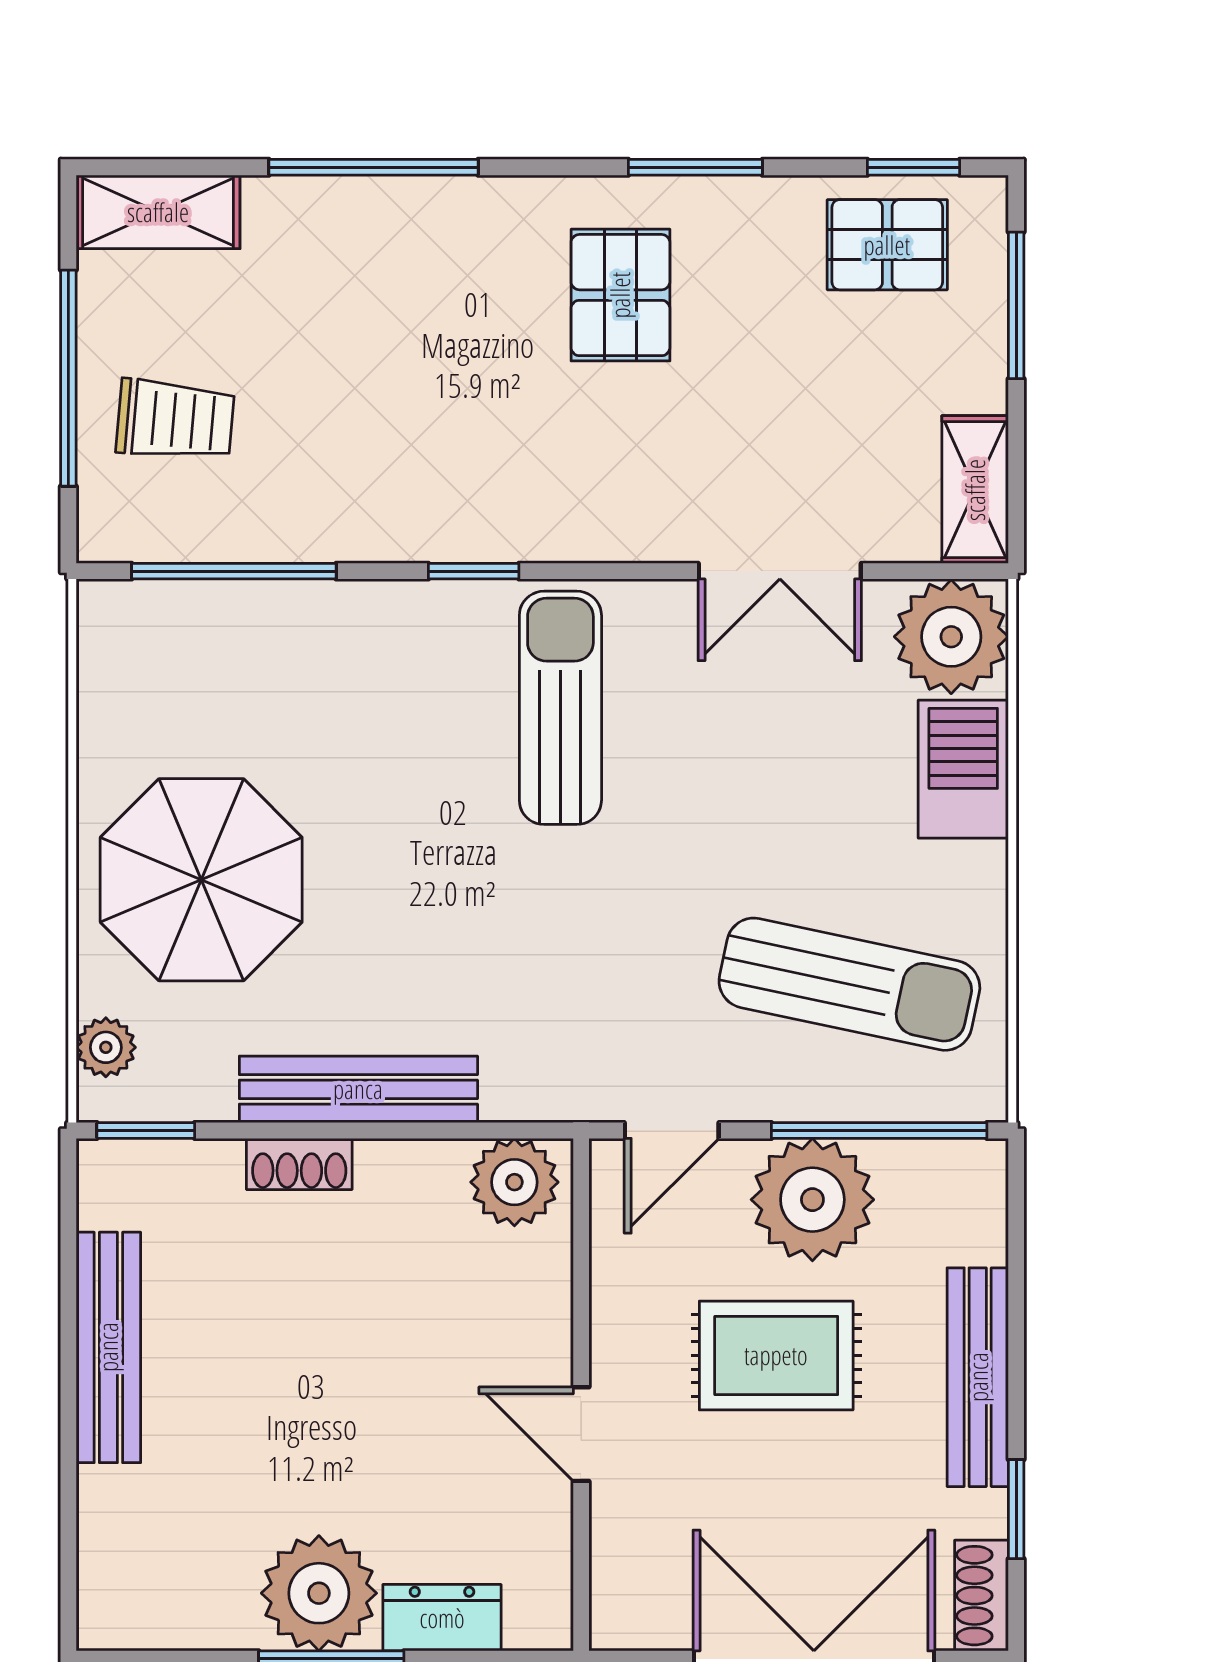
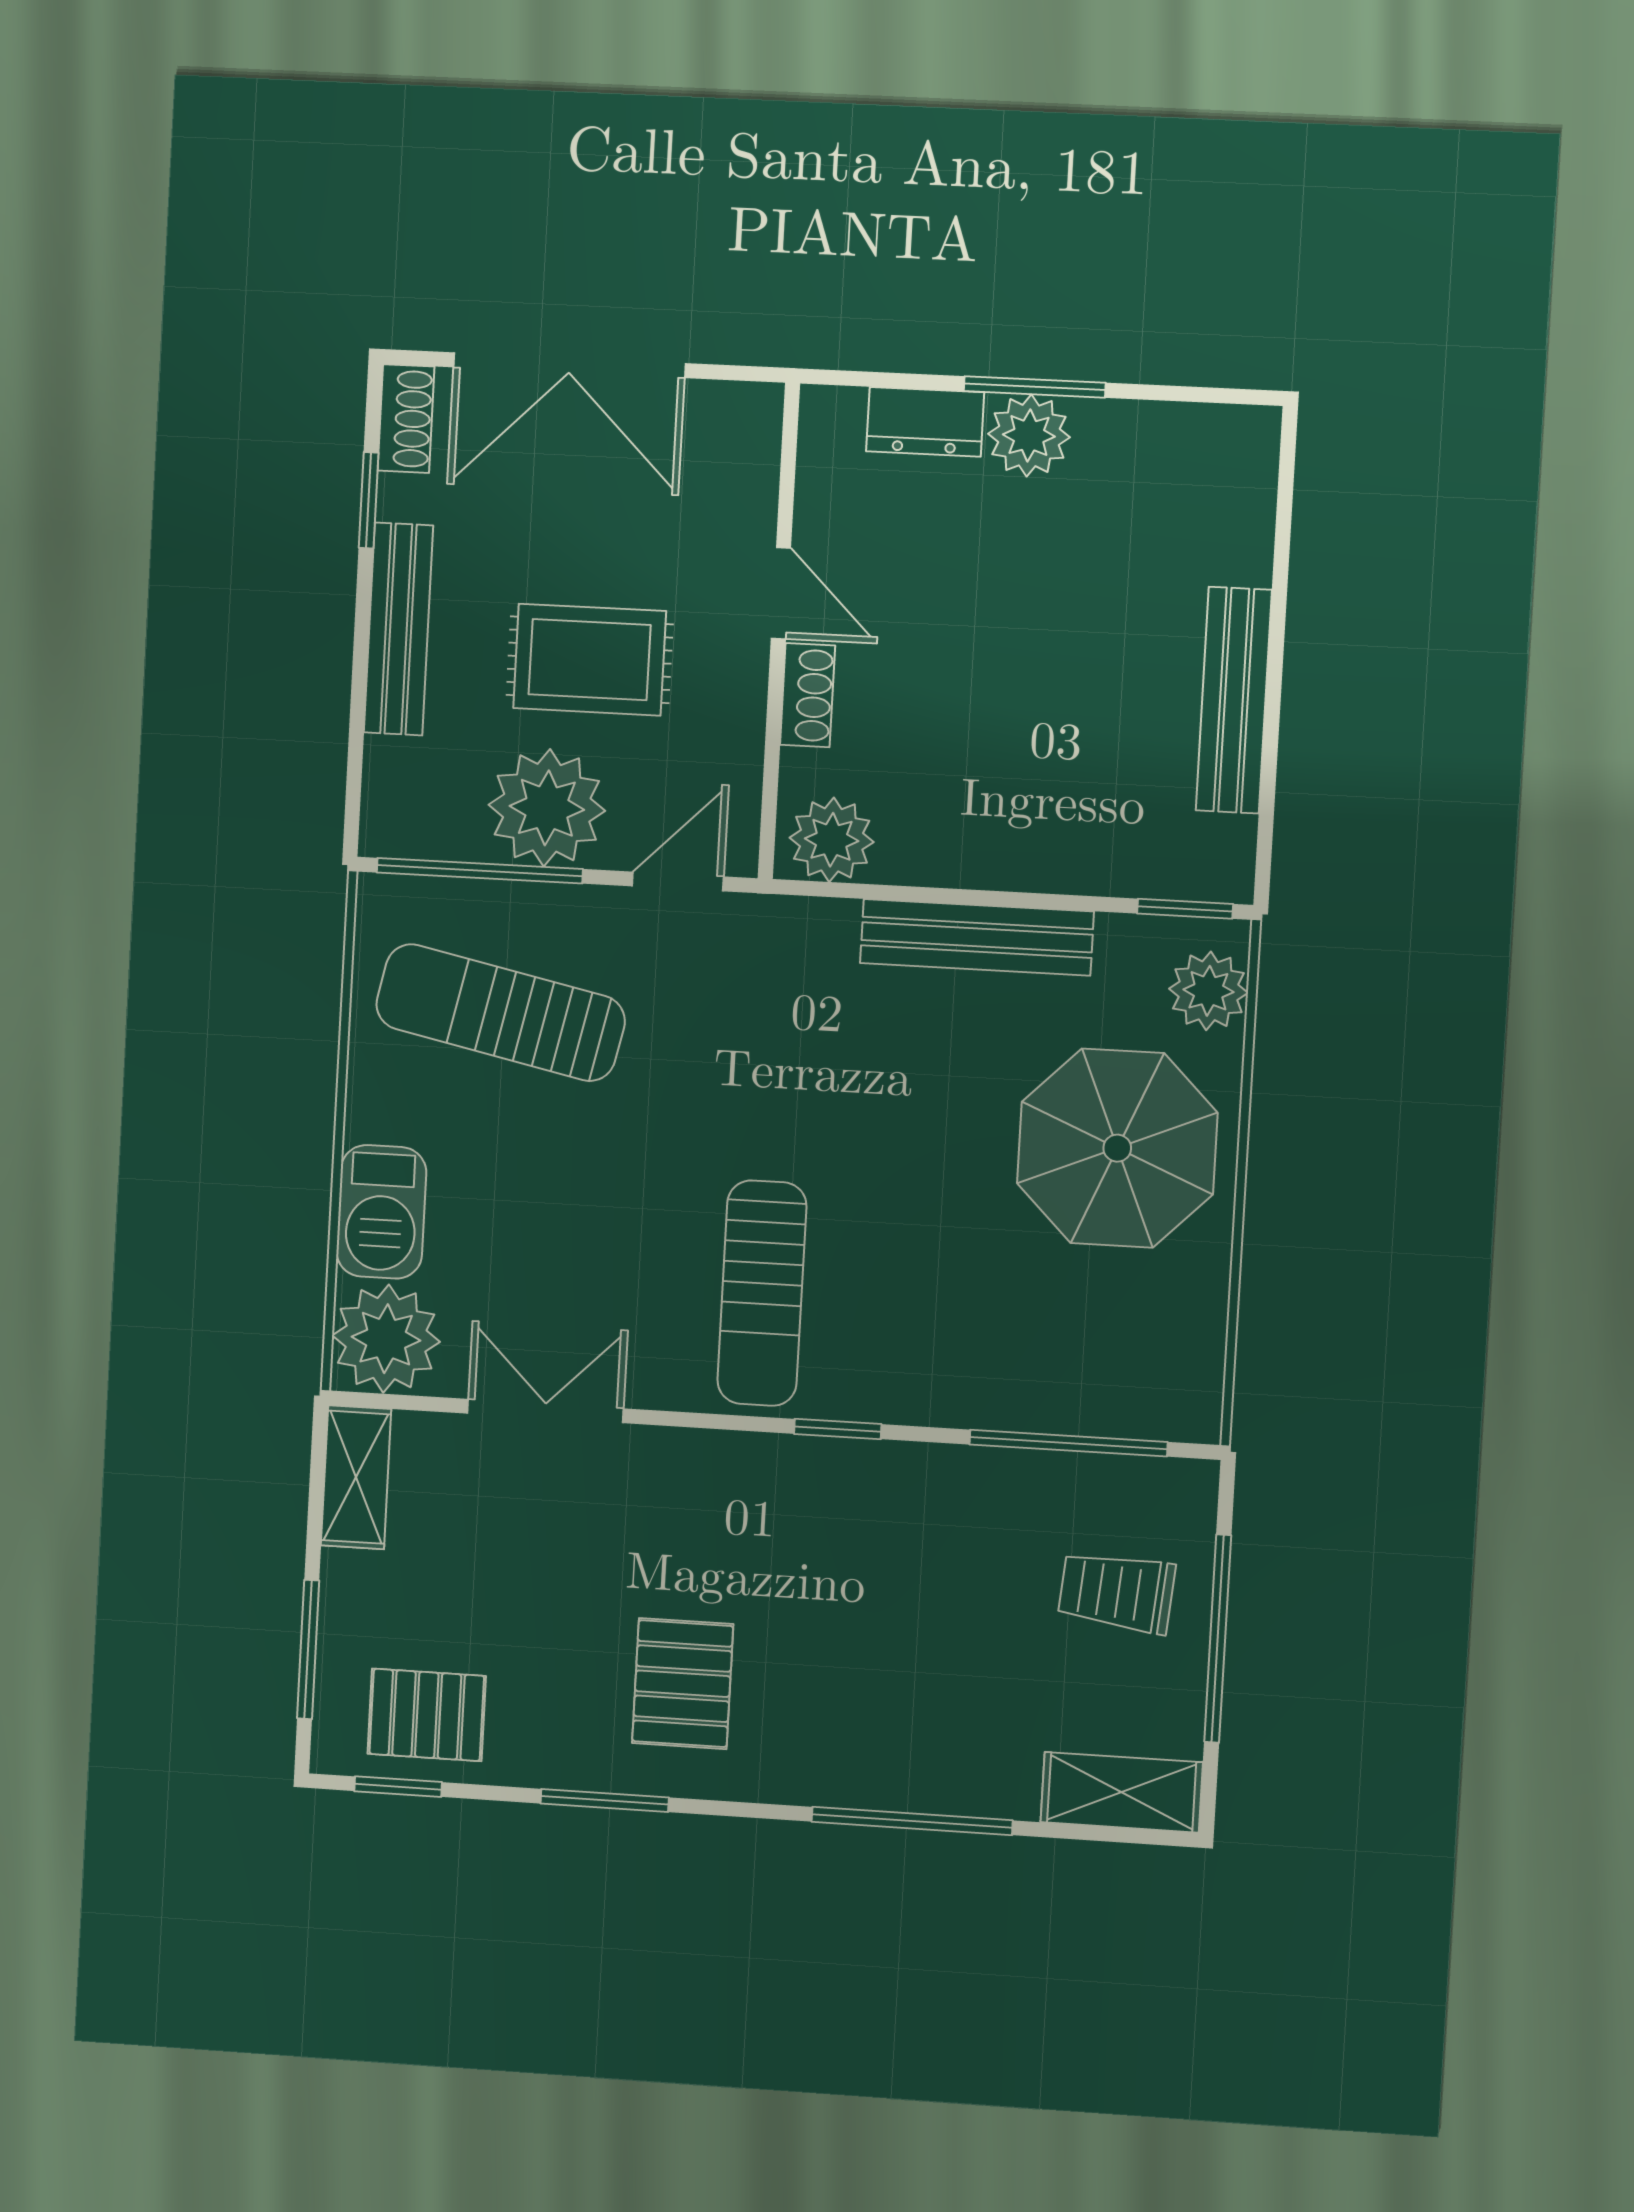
plant: (106, 1047) -> (1208, 991), width x1.38, depth x1.38
shoe rack: (299, 1164) -> (808, 695), moved, turned 90
plant: (319, 1593) -> (1029, 436), width x0.73, depth x0.73

